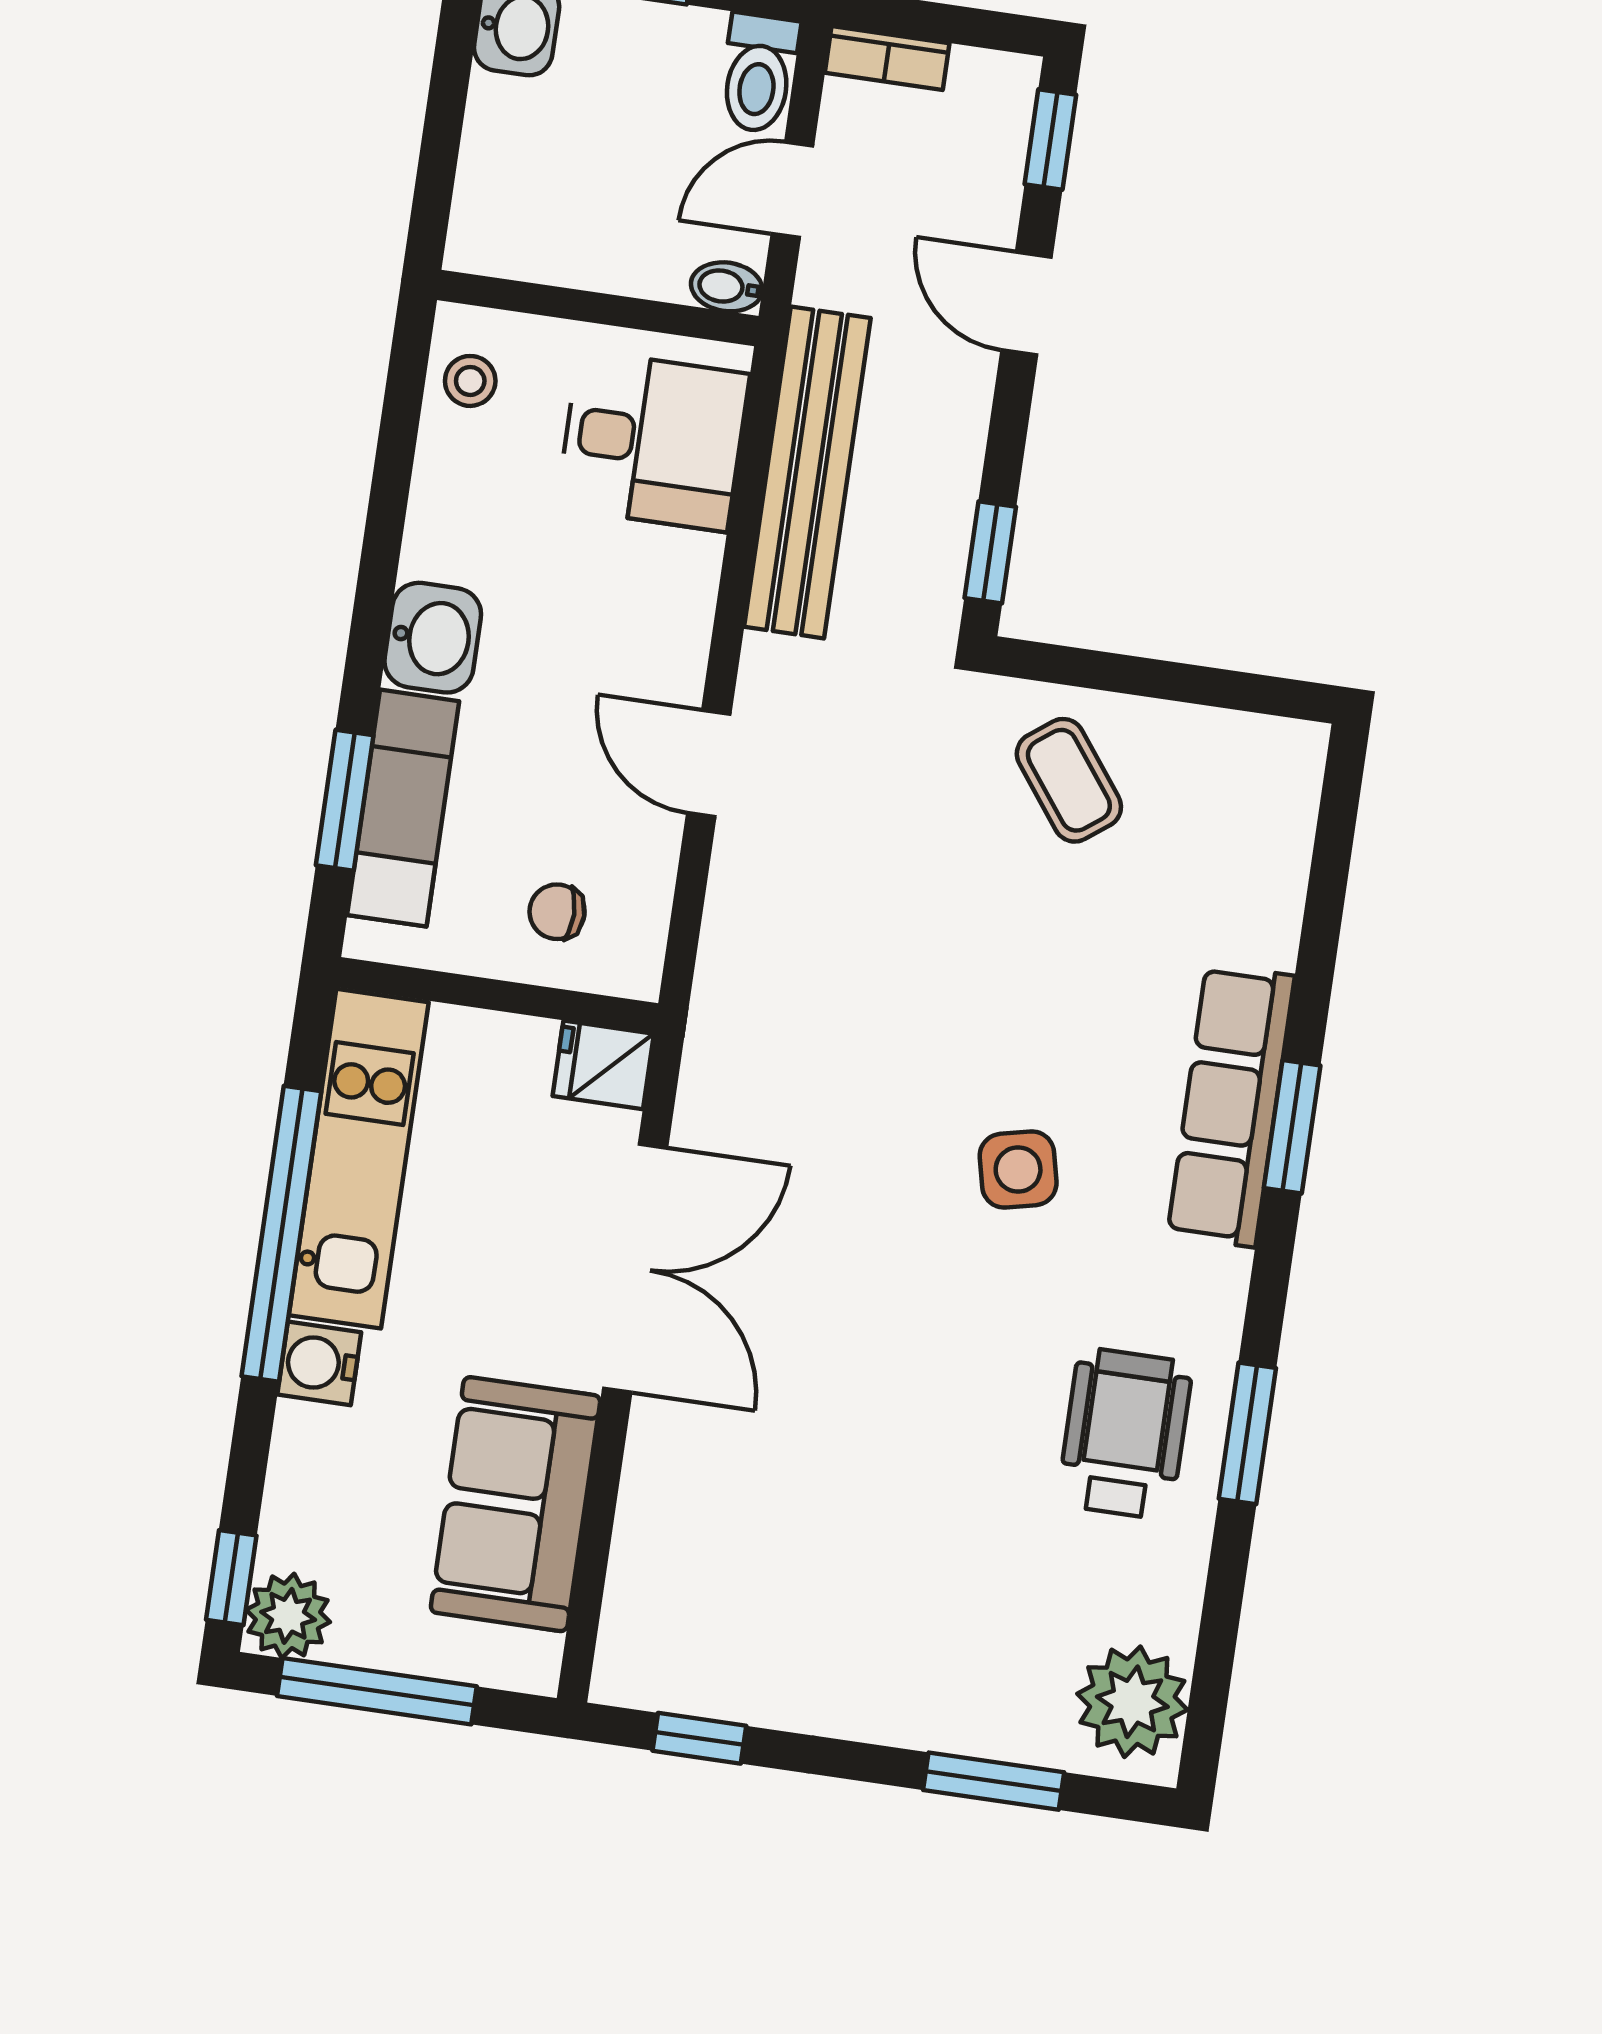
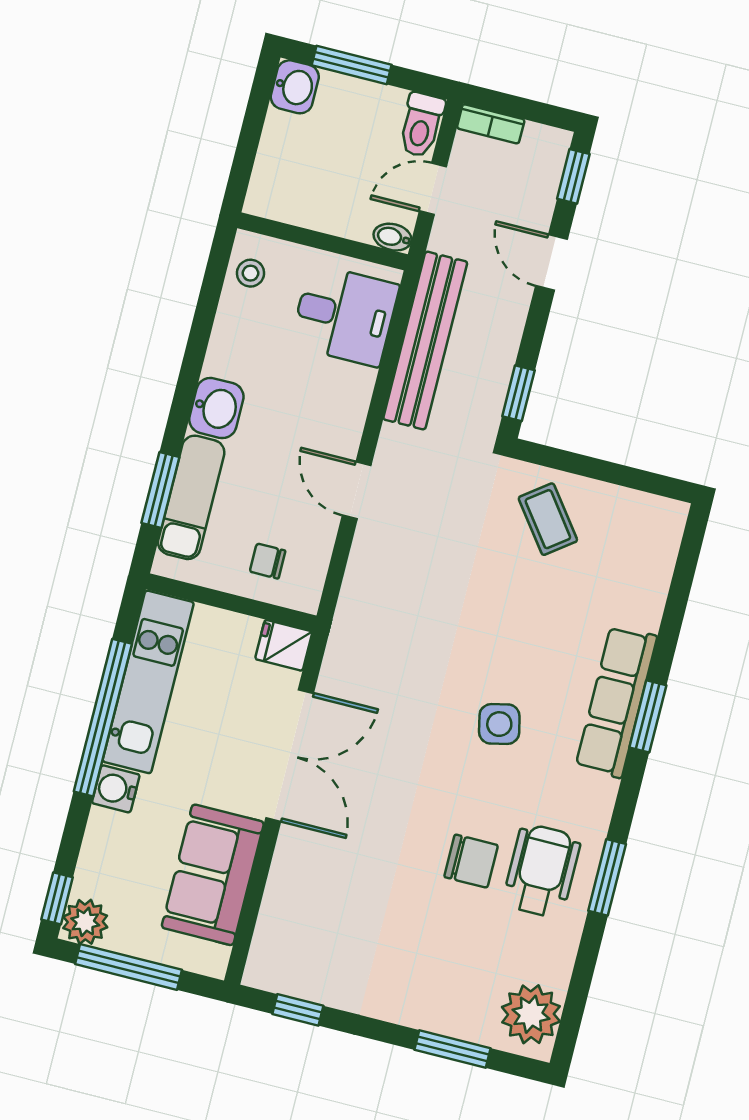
chair: (992, 1429) -> (471, 861), added

